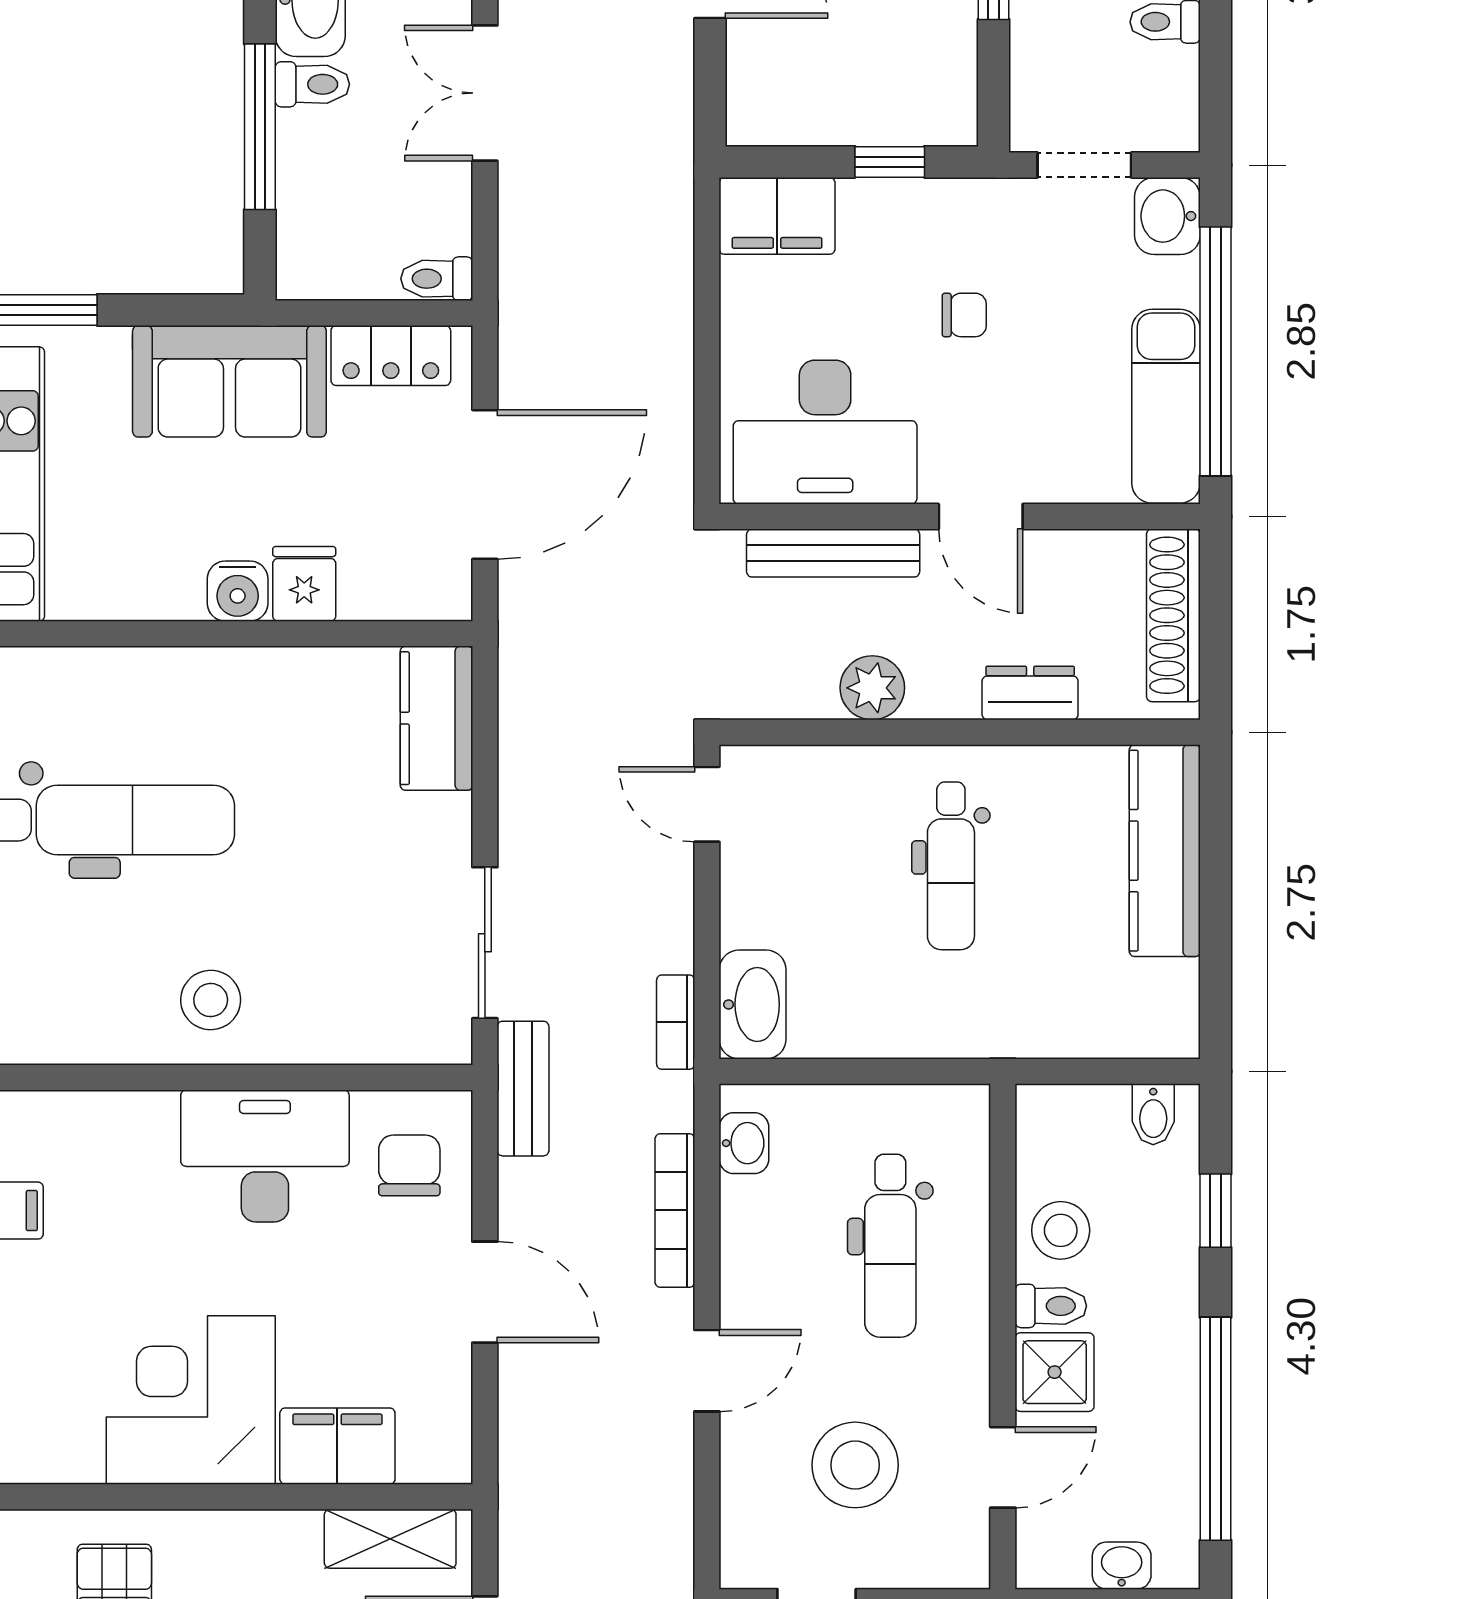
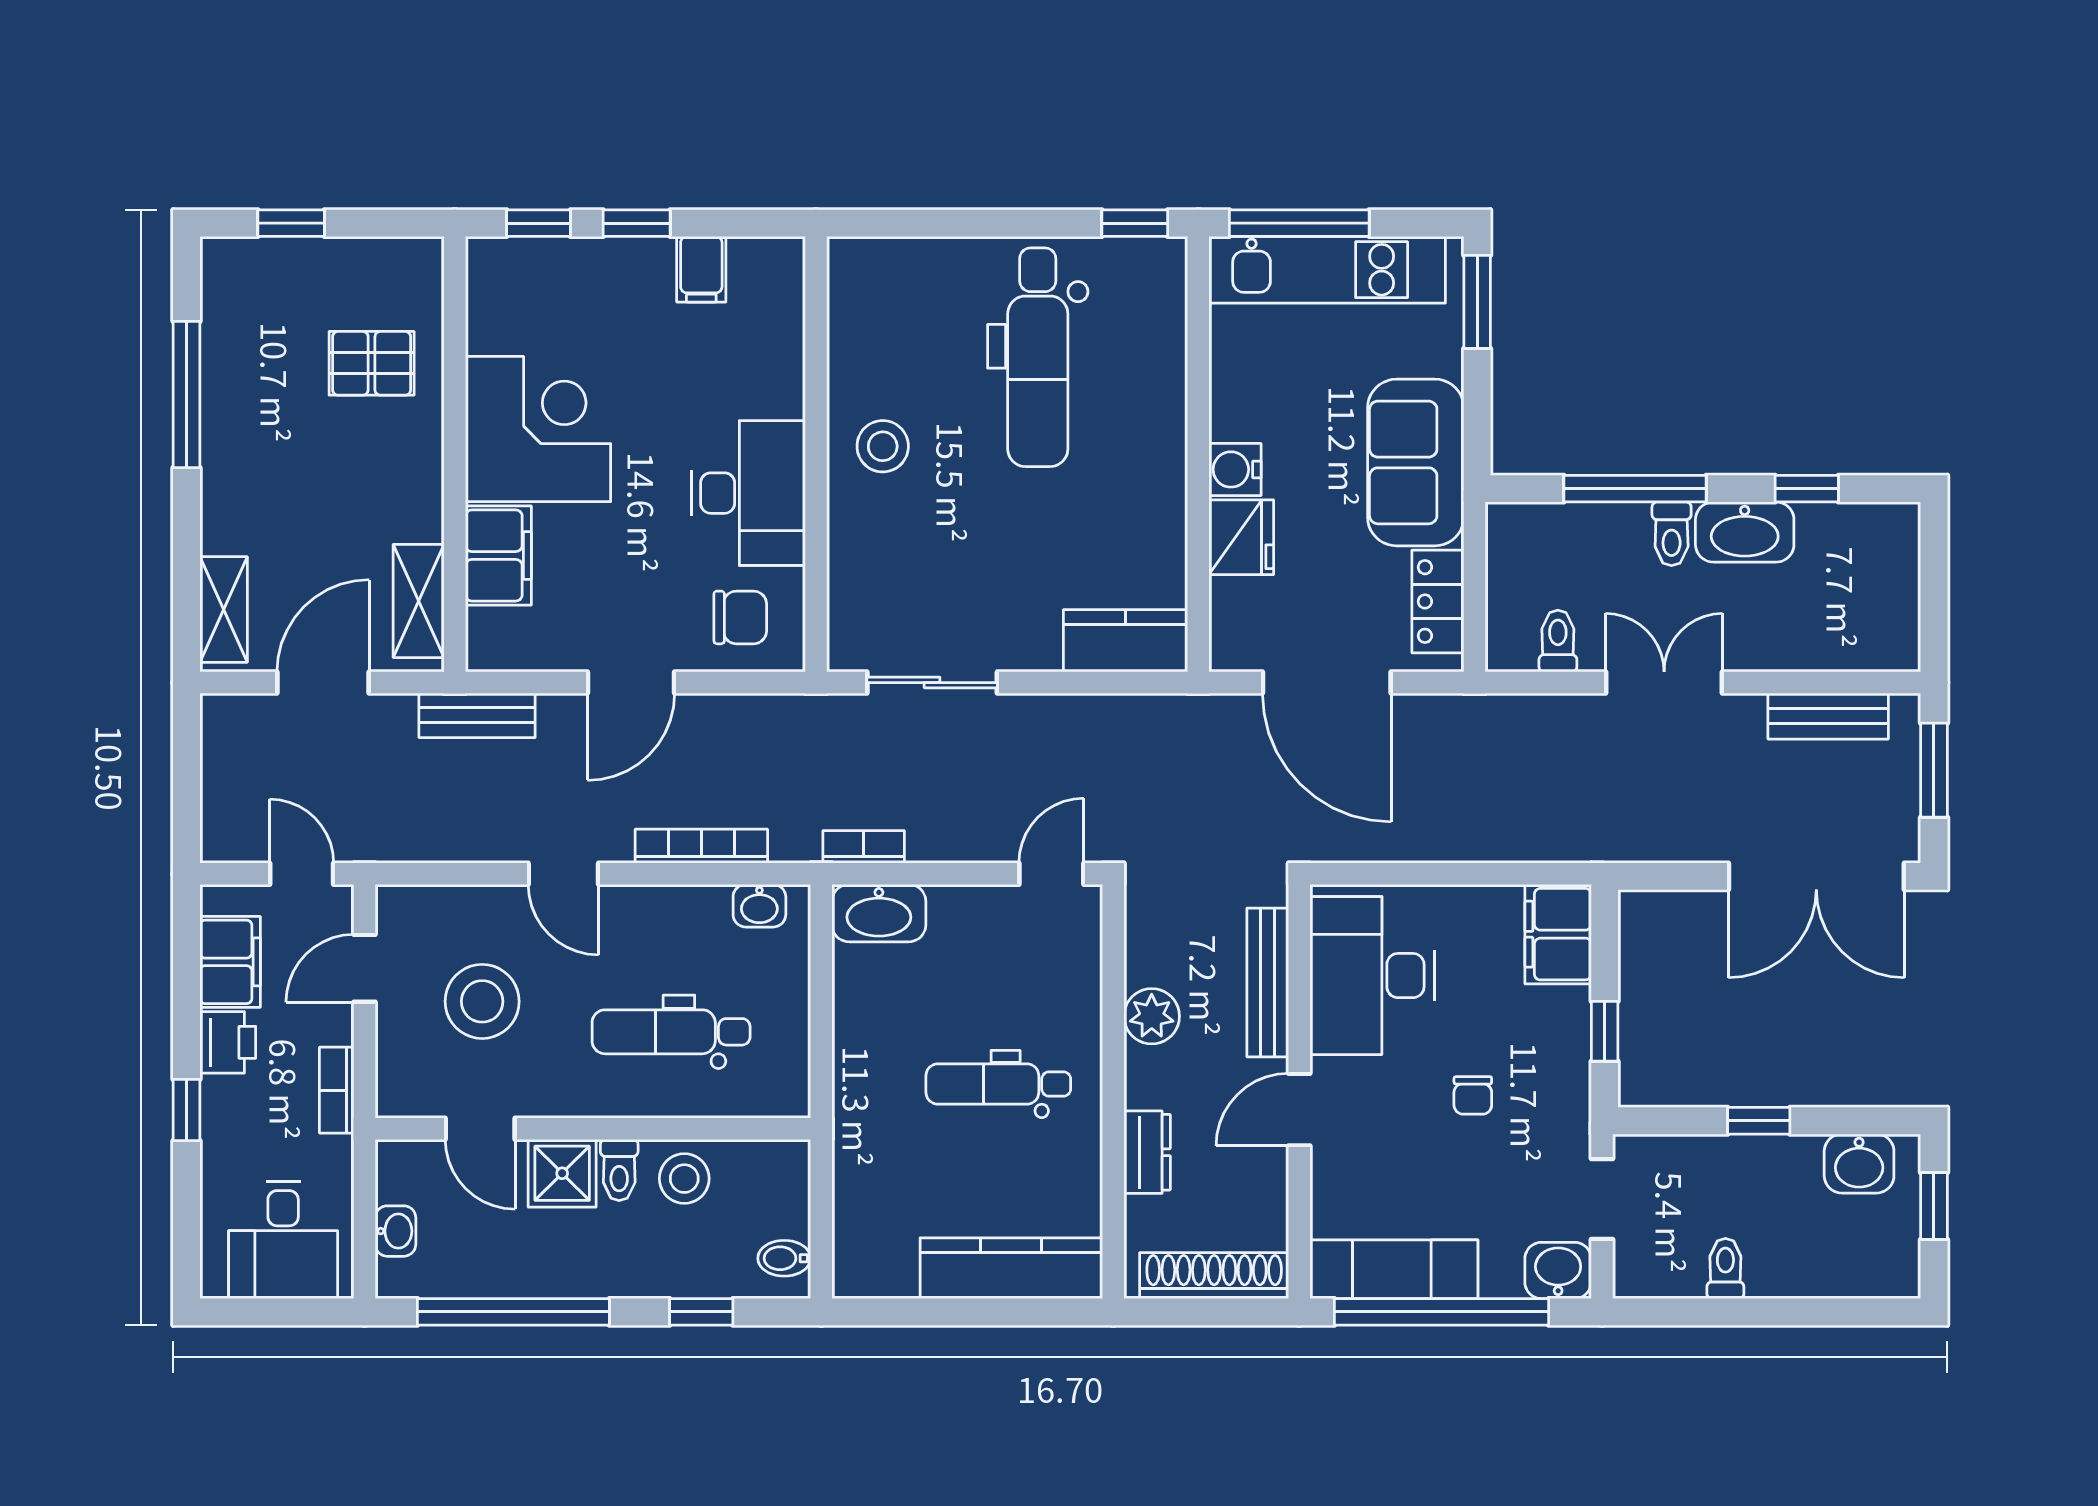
toilet: (437, 279) -> (1558, 641), moved
fridge: (304, 584) -> (1241, 537), width x1.38
bench: (523, 1089) -> (477, 715), moved

